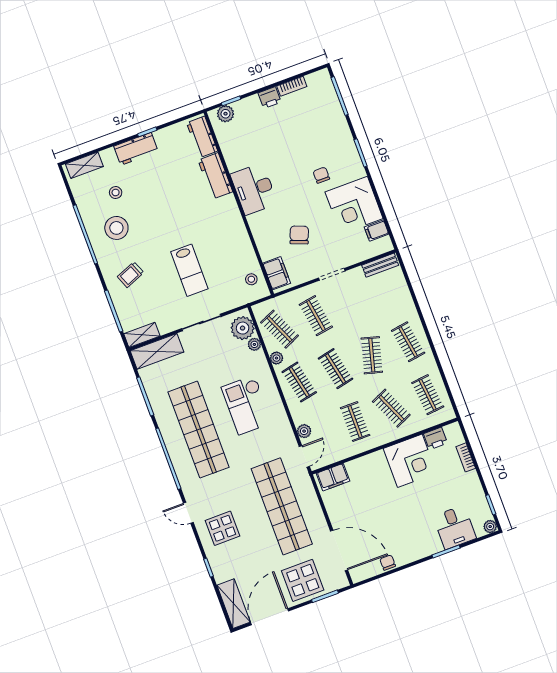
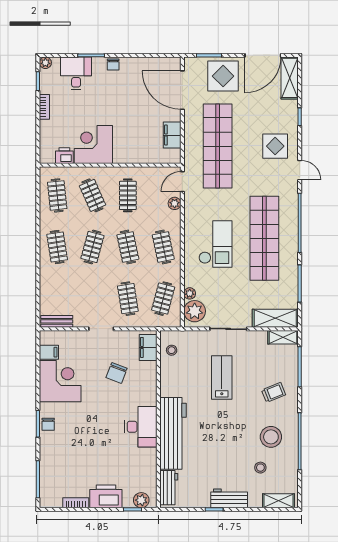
printer: (270, 98) -> (106, 496), width x1.87, depth x1.48
chair: (321, 175) -> (48, 424), moved
workbench: (215, 176) -> (173, 433), width x1.88, depth x1.32
clothes rail: (280, 329) -> (163, 299), turned 39
plant: (276, 358) -> (175, 275), removed
bookcase: (466, 457) -> (44, 107), moved
filing cabinet: (333, 477) -> (172, 135), moved, turned -90
chair: (388, 563) -> (113, 65), moved

